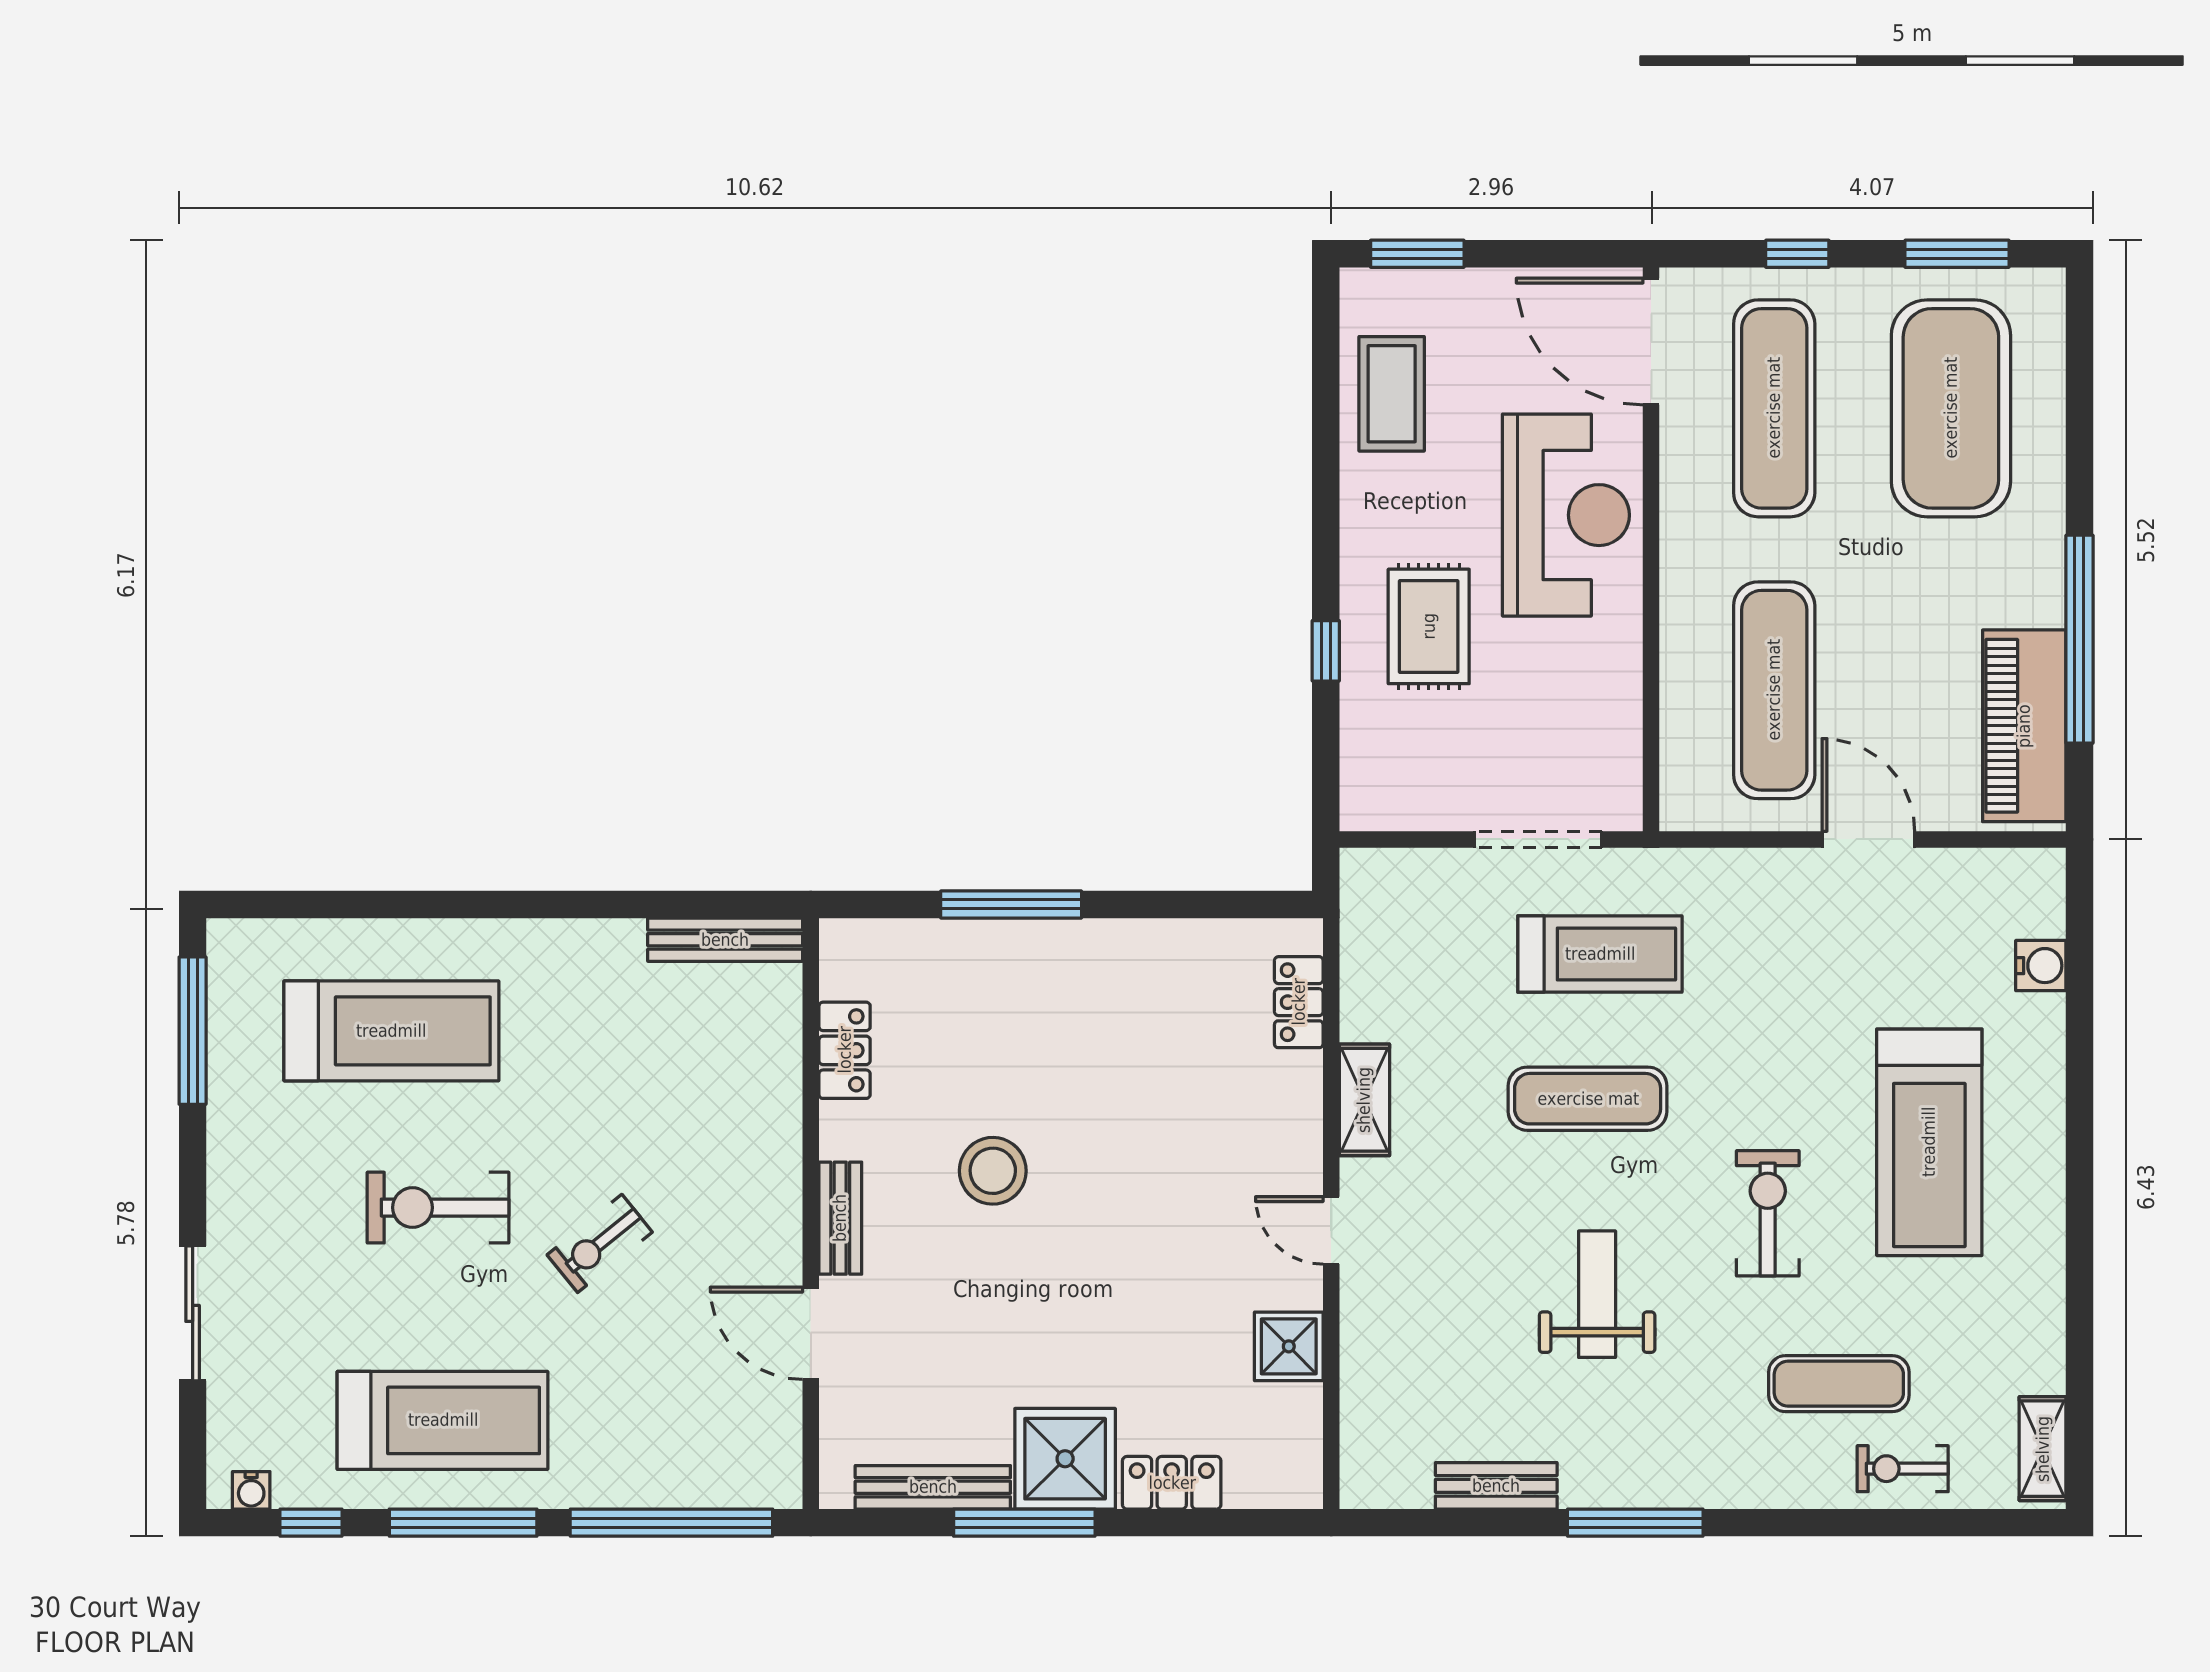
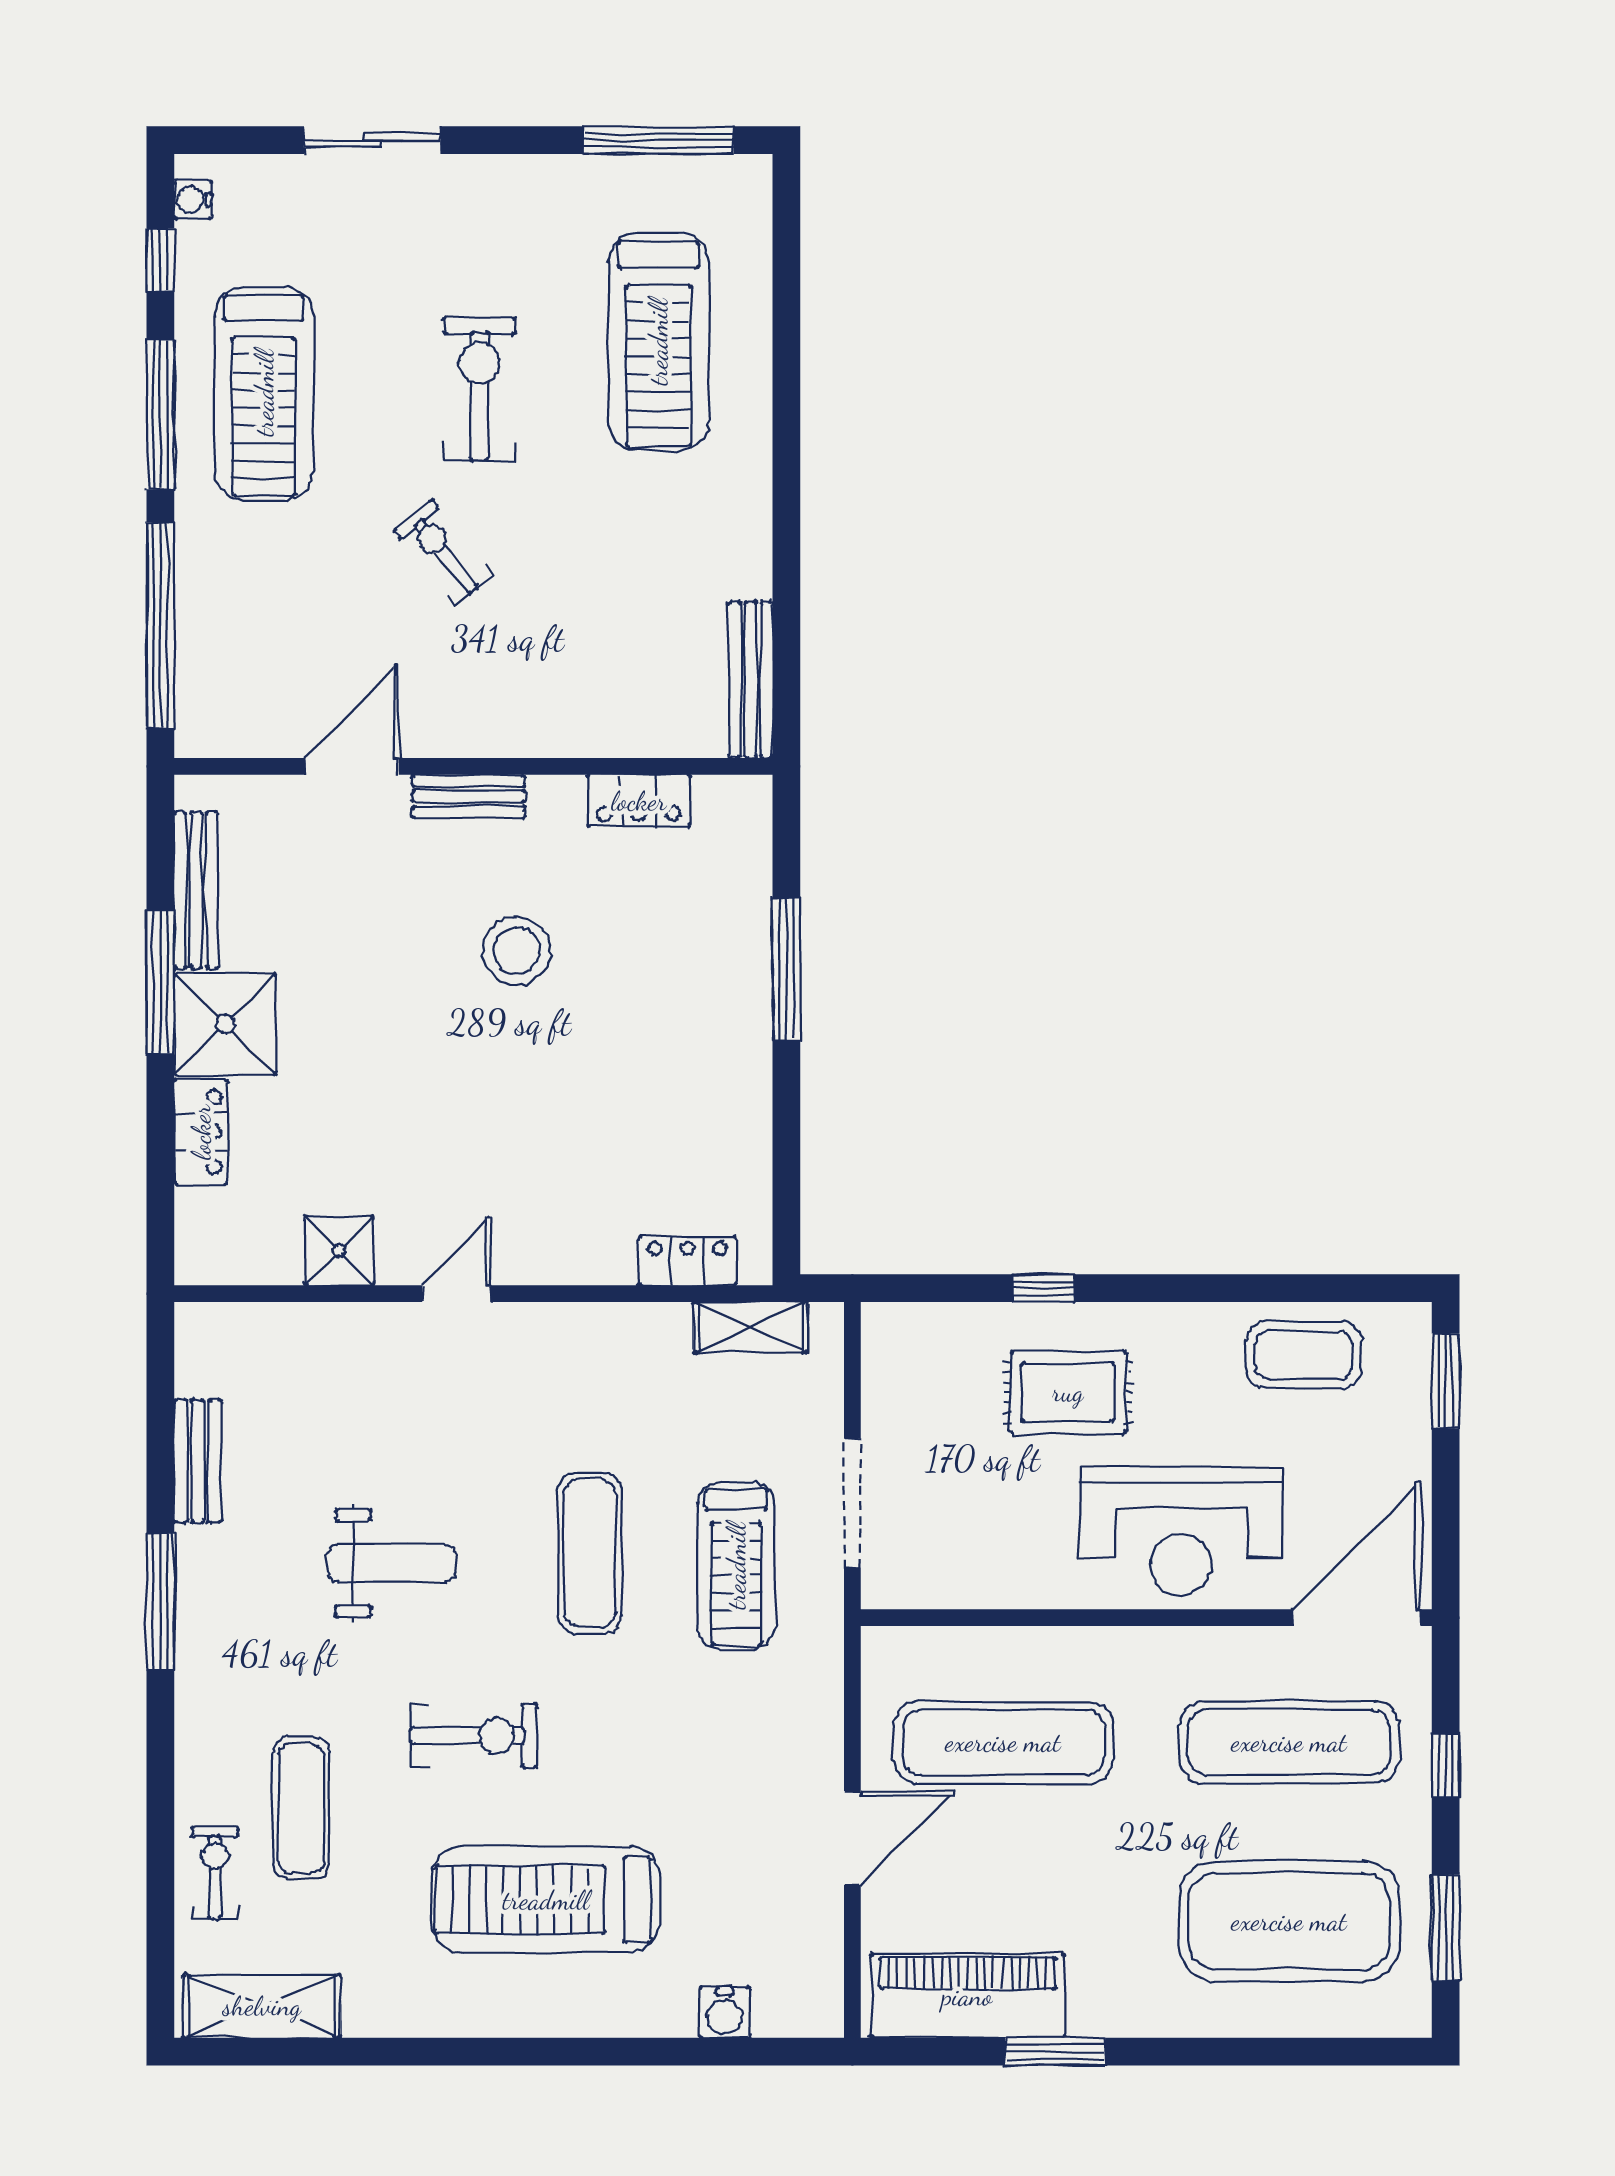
window: (2079, 639) -> (1055, 2052), width x0.47
shelving: (1364, 1100) -> (750, 1327), moved
shelving: (2043, 1449) -> (262, 2006), width x1.50, depth x1.33

